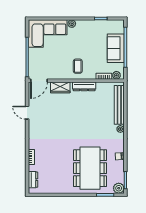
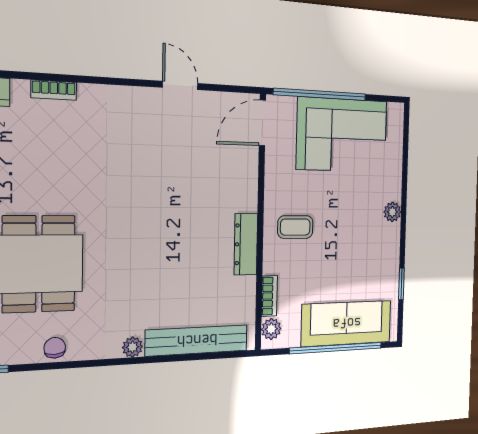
corner sofa: (48, 33) -> (342, 135), moved, turned -90
sofa: (116, 48) -> (347, 323), width x1.36
door: (39, 81) -> (262, 123), hinge flipped
wardrobe: (60, 87) -> (244, 180), removed
door: (27, 113) -> (180, 85), hinge flipped

